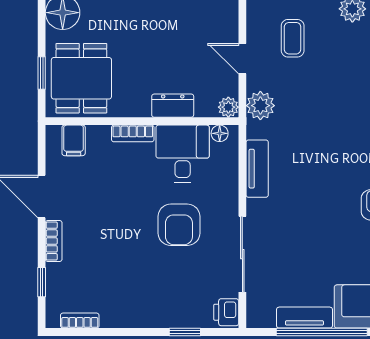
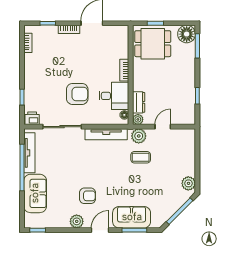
coffee table: (293, 38) -> (141, 157), moved
dresser: (173, 106) -> (139, 102), moved
filing cabinet: (74, 140) -> (121, 40), removed
tv unit: (257, 169) -> (106, 134), width x1.41
armchair: (179, 225) -> (77, 94), turned 180
tv unit: (304, 318) -> (29, 153), width x1.41

